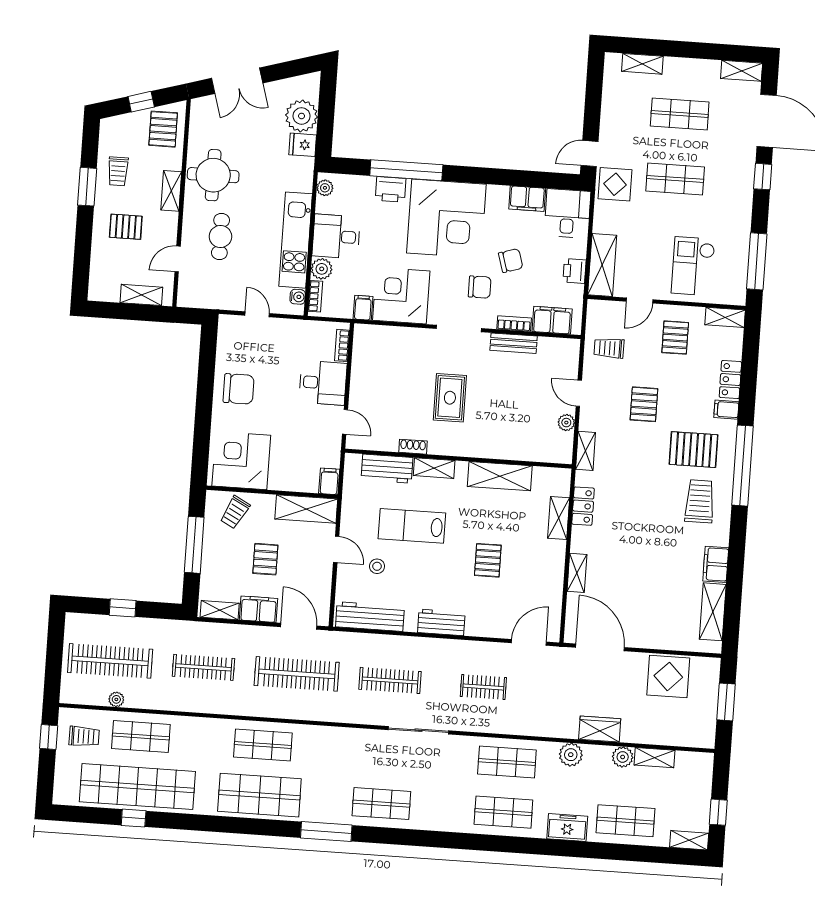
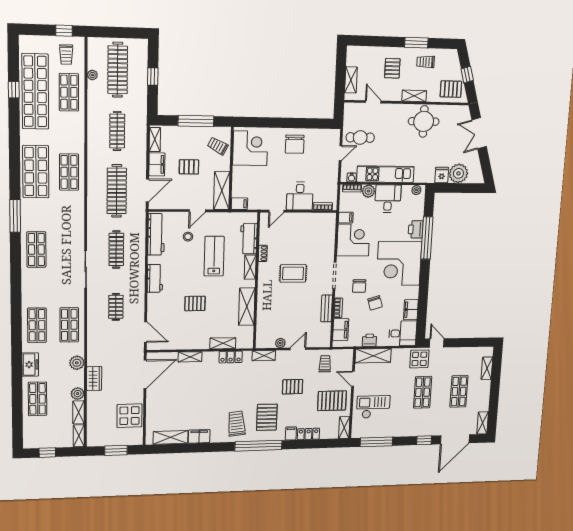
cafe table: (220, 236) -> (360, 137), moved
pallet: (675, 338) -> (332, 401), width x1.50, depth x1.42
trolley: (700, 501) -> (236, 424), turned -96
shelving: (689, 840) -> (79, 436), moved

